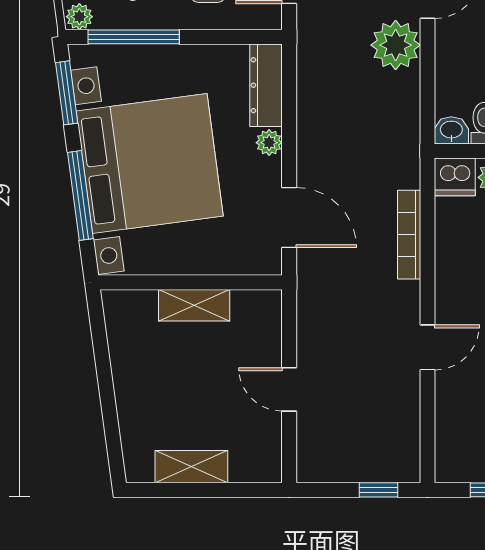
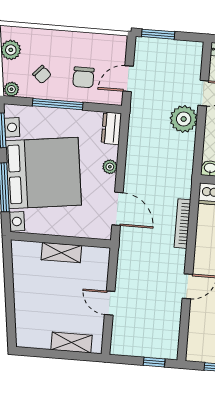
window: (134, 37) -> (58, 104), moved
dresser: (266, 85) -> (111, 128), width x0.70
shelving: (191, 467) -> (71, 343), moved

